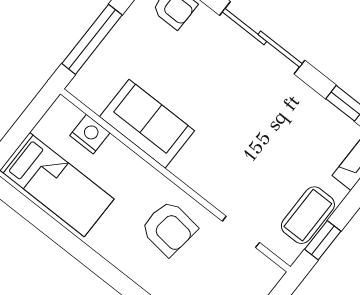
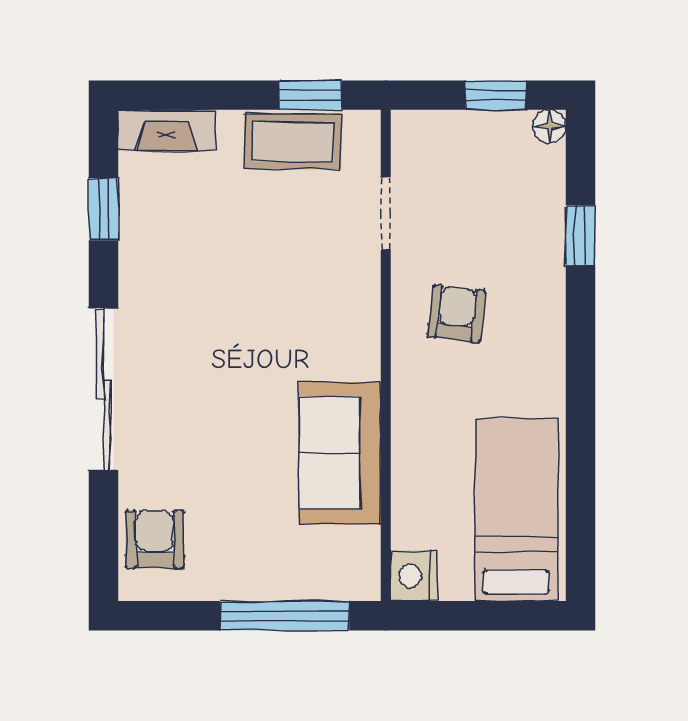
nightstand: (90, 134) -> (414, 576), moved
armchair: (169, 228) -> (457, 314), width x0.72, depth x0.72

